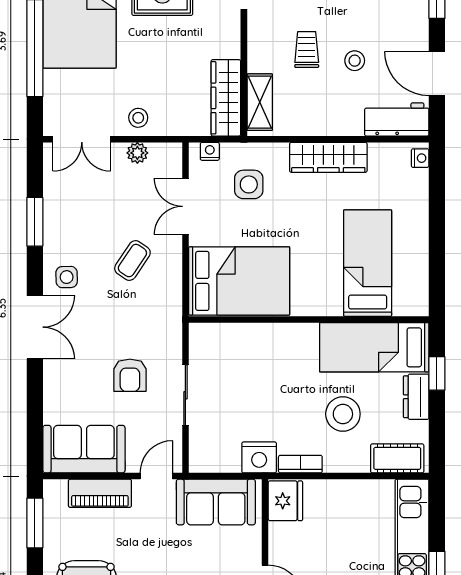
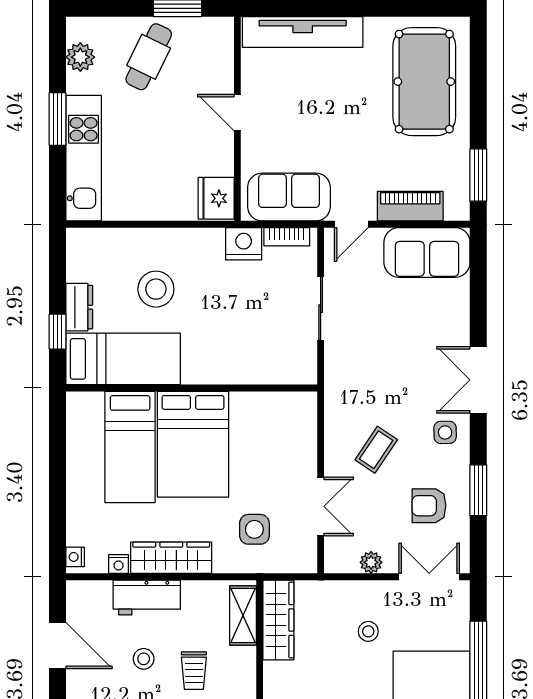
stool: (138, 118) -> (368, 631), moved
workbench: (397, 119) -> (147, 597), moved
nightstand: (210, 151) -> (119, 564), moved
bed: (239, 281) -> (193, 444), moved, turned -90
armchair: (130, 375) -> (429, 506), moved, turned -90
cot: (397, 458) -> (99, 243), removed
bookcase: (300, 464) -> (287, 237), moved

